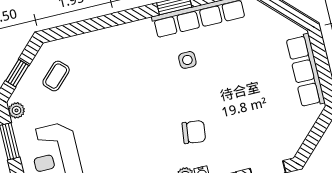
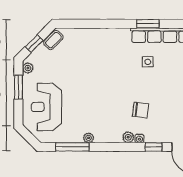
coffee table: (56, 76) -> (53, 40), moved

